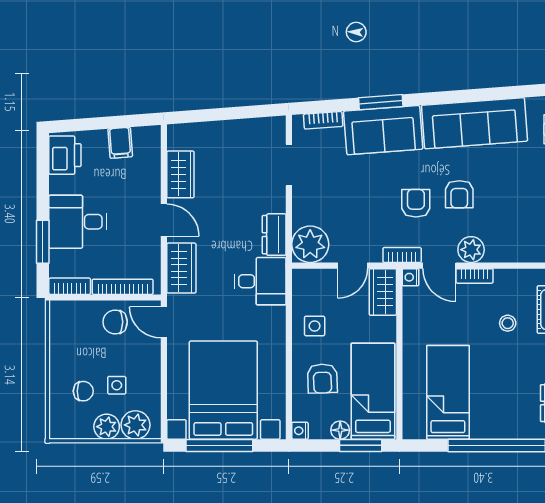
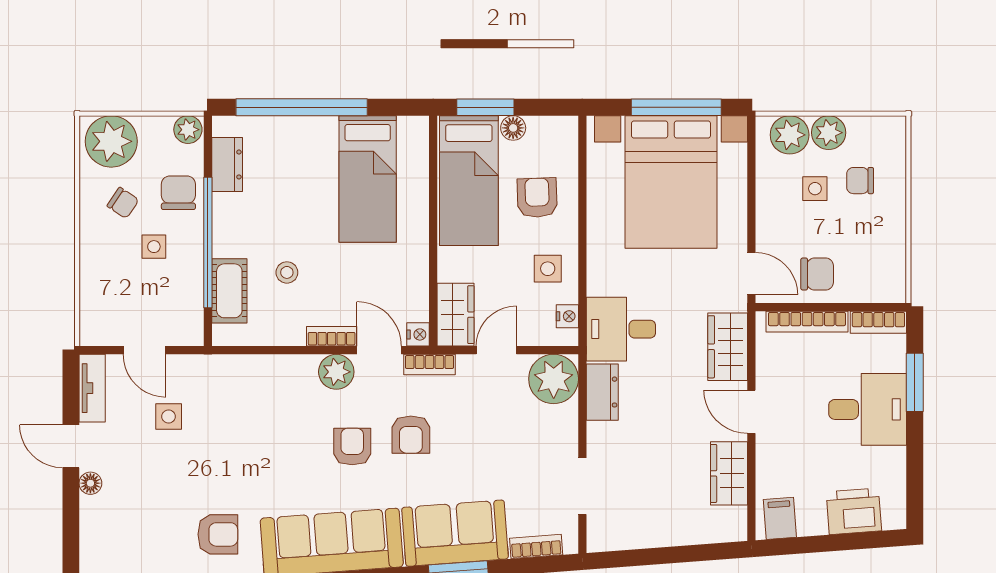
filing cabinet: (120, 143) -> (780, 518), moved
printer: (65, 155) -> (854, 511), moved, turned 86
nightstand: (300, 431) -> (567, 316), moved

